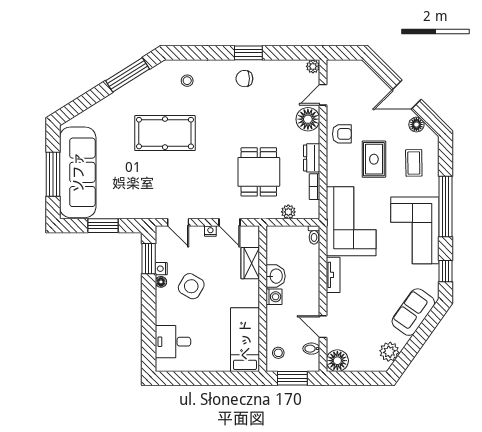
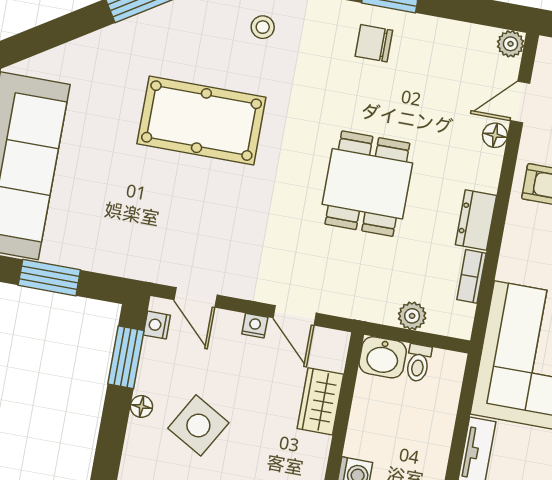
floor lamp: (308, 119) -> (495, 135), width x0.53, depth x0.53
dining table: (259, 172) -> (367, 184), moved
toilet: (314, 235) -> (418, 363), moved
nightstand: (161, 269) -> (157, 325), moved
washbasin: (276, 276) -> (383, 357), moved, turned 90

